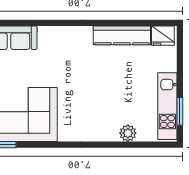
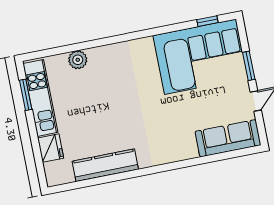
fridge: (163, 36) -> (51, 148), moved, turned 90

